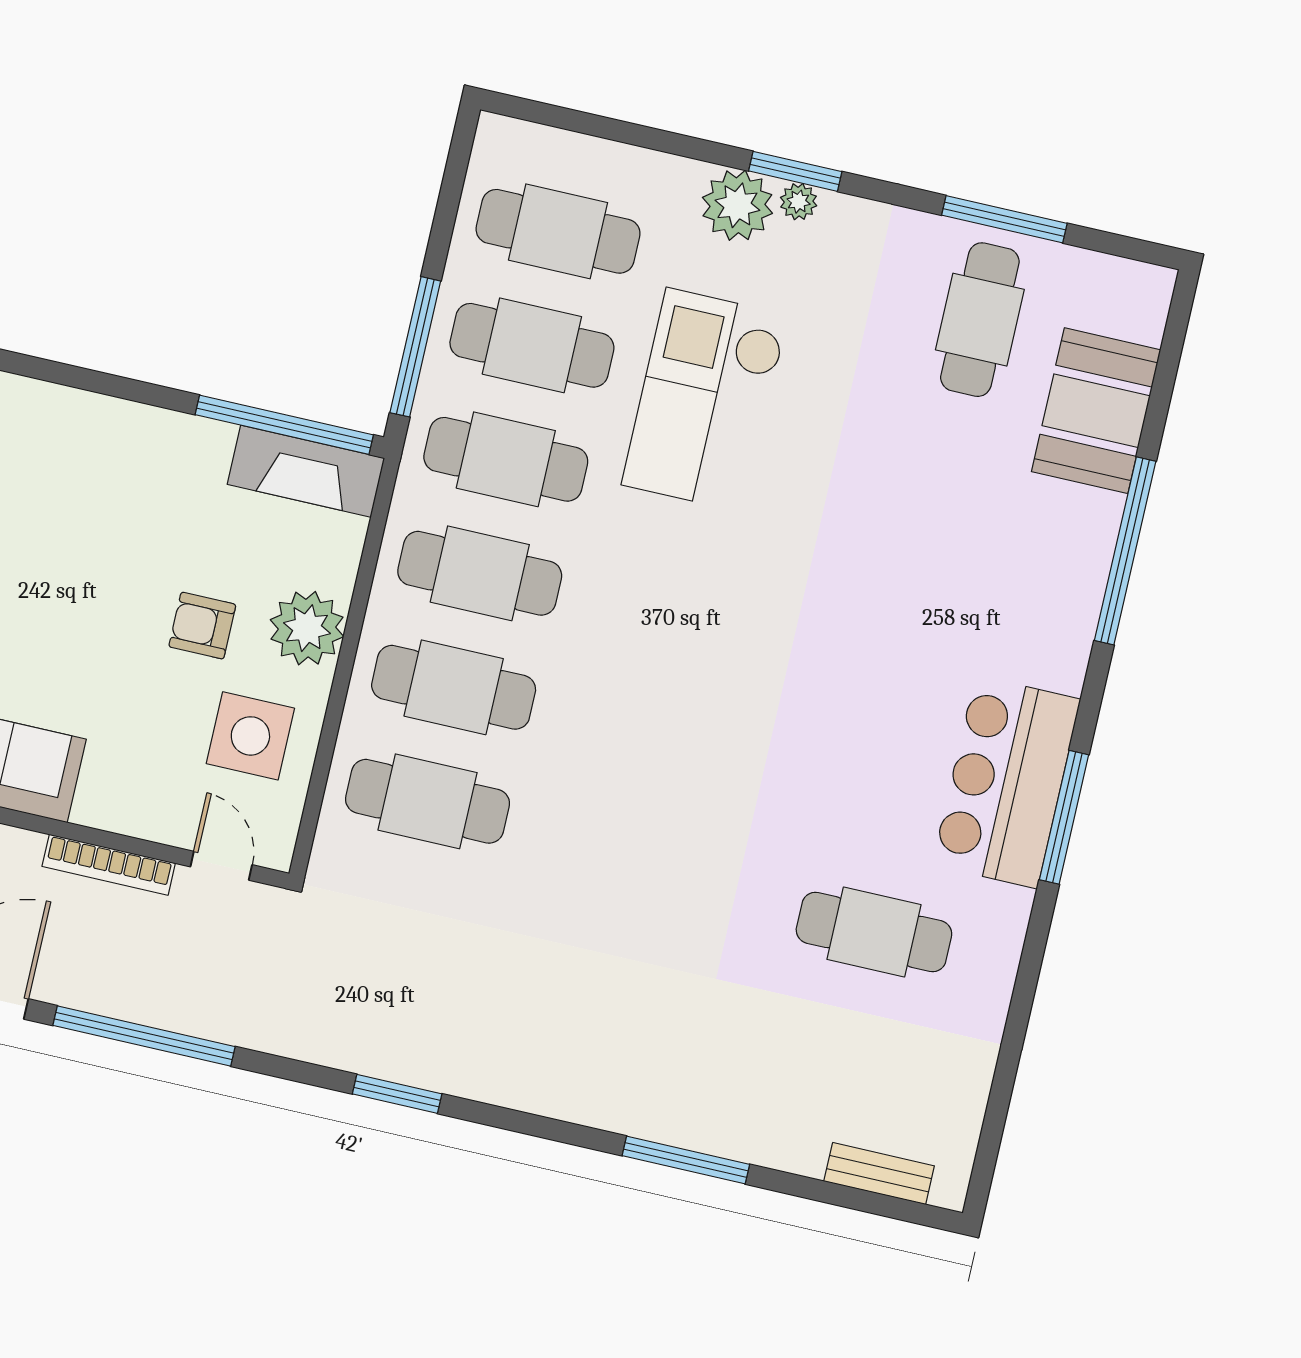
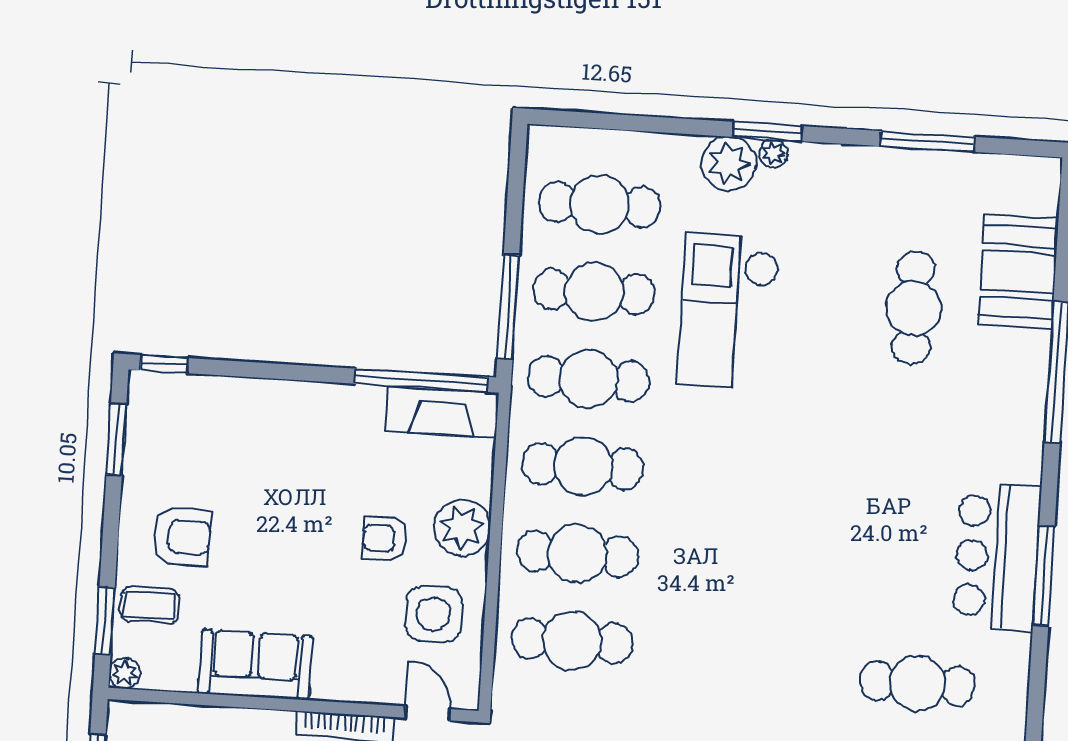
cafe table: (980, 320) -> (914, 308), moved

